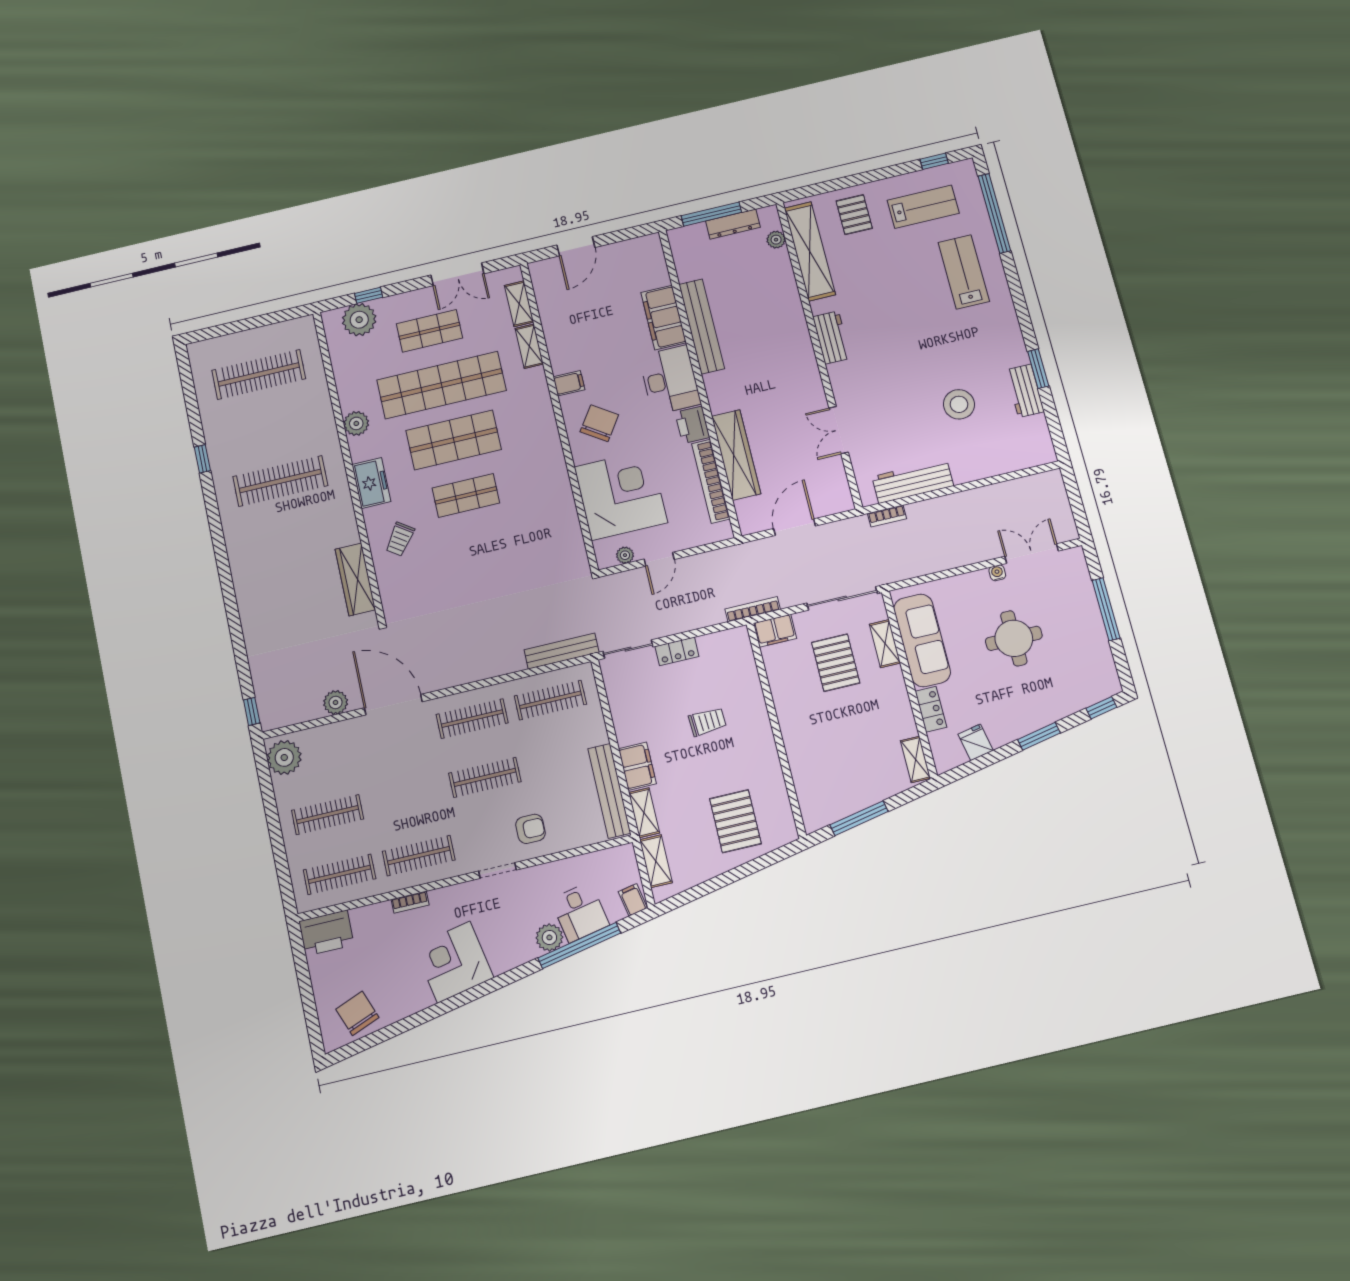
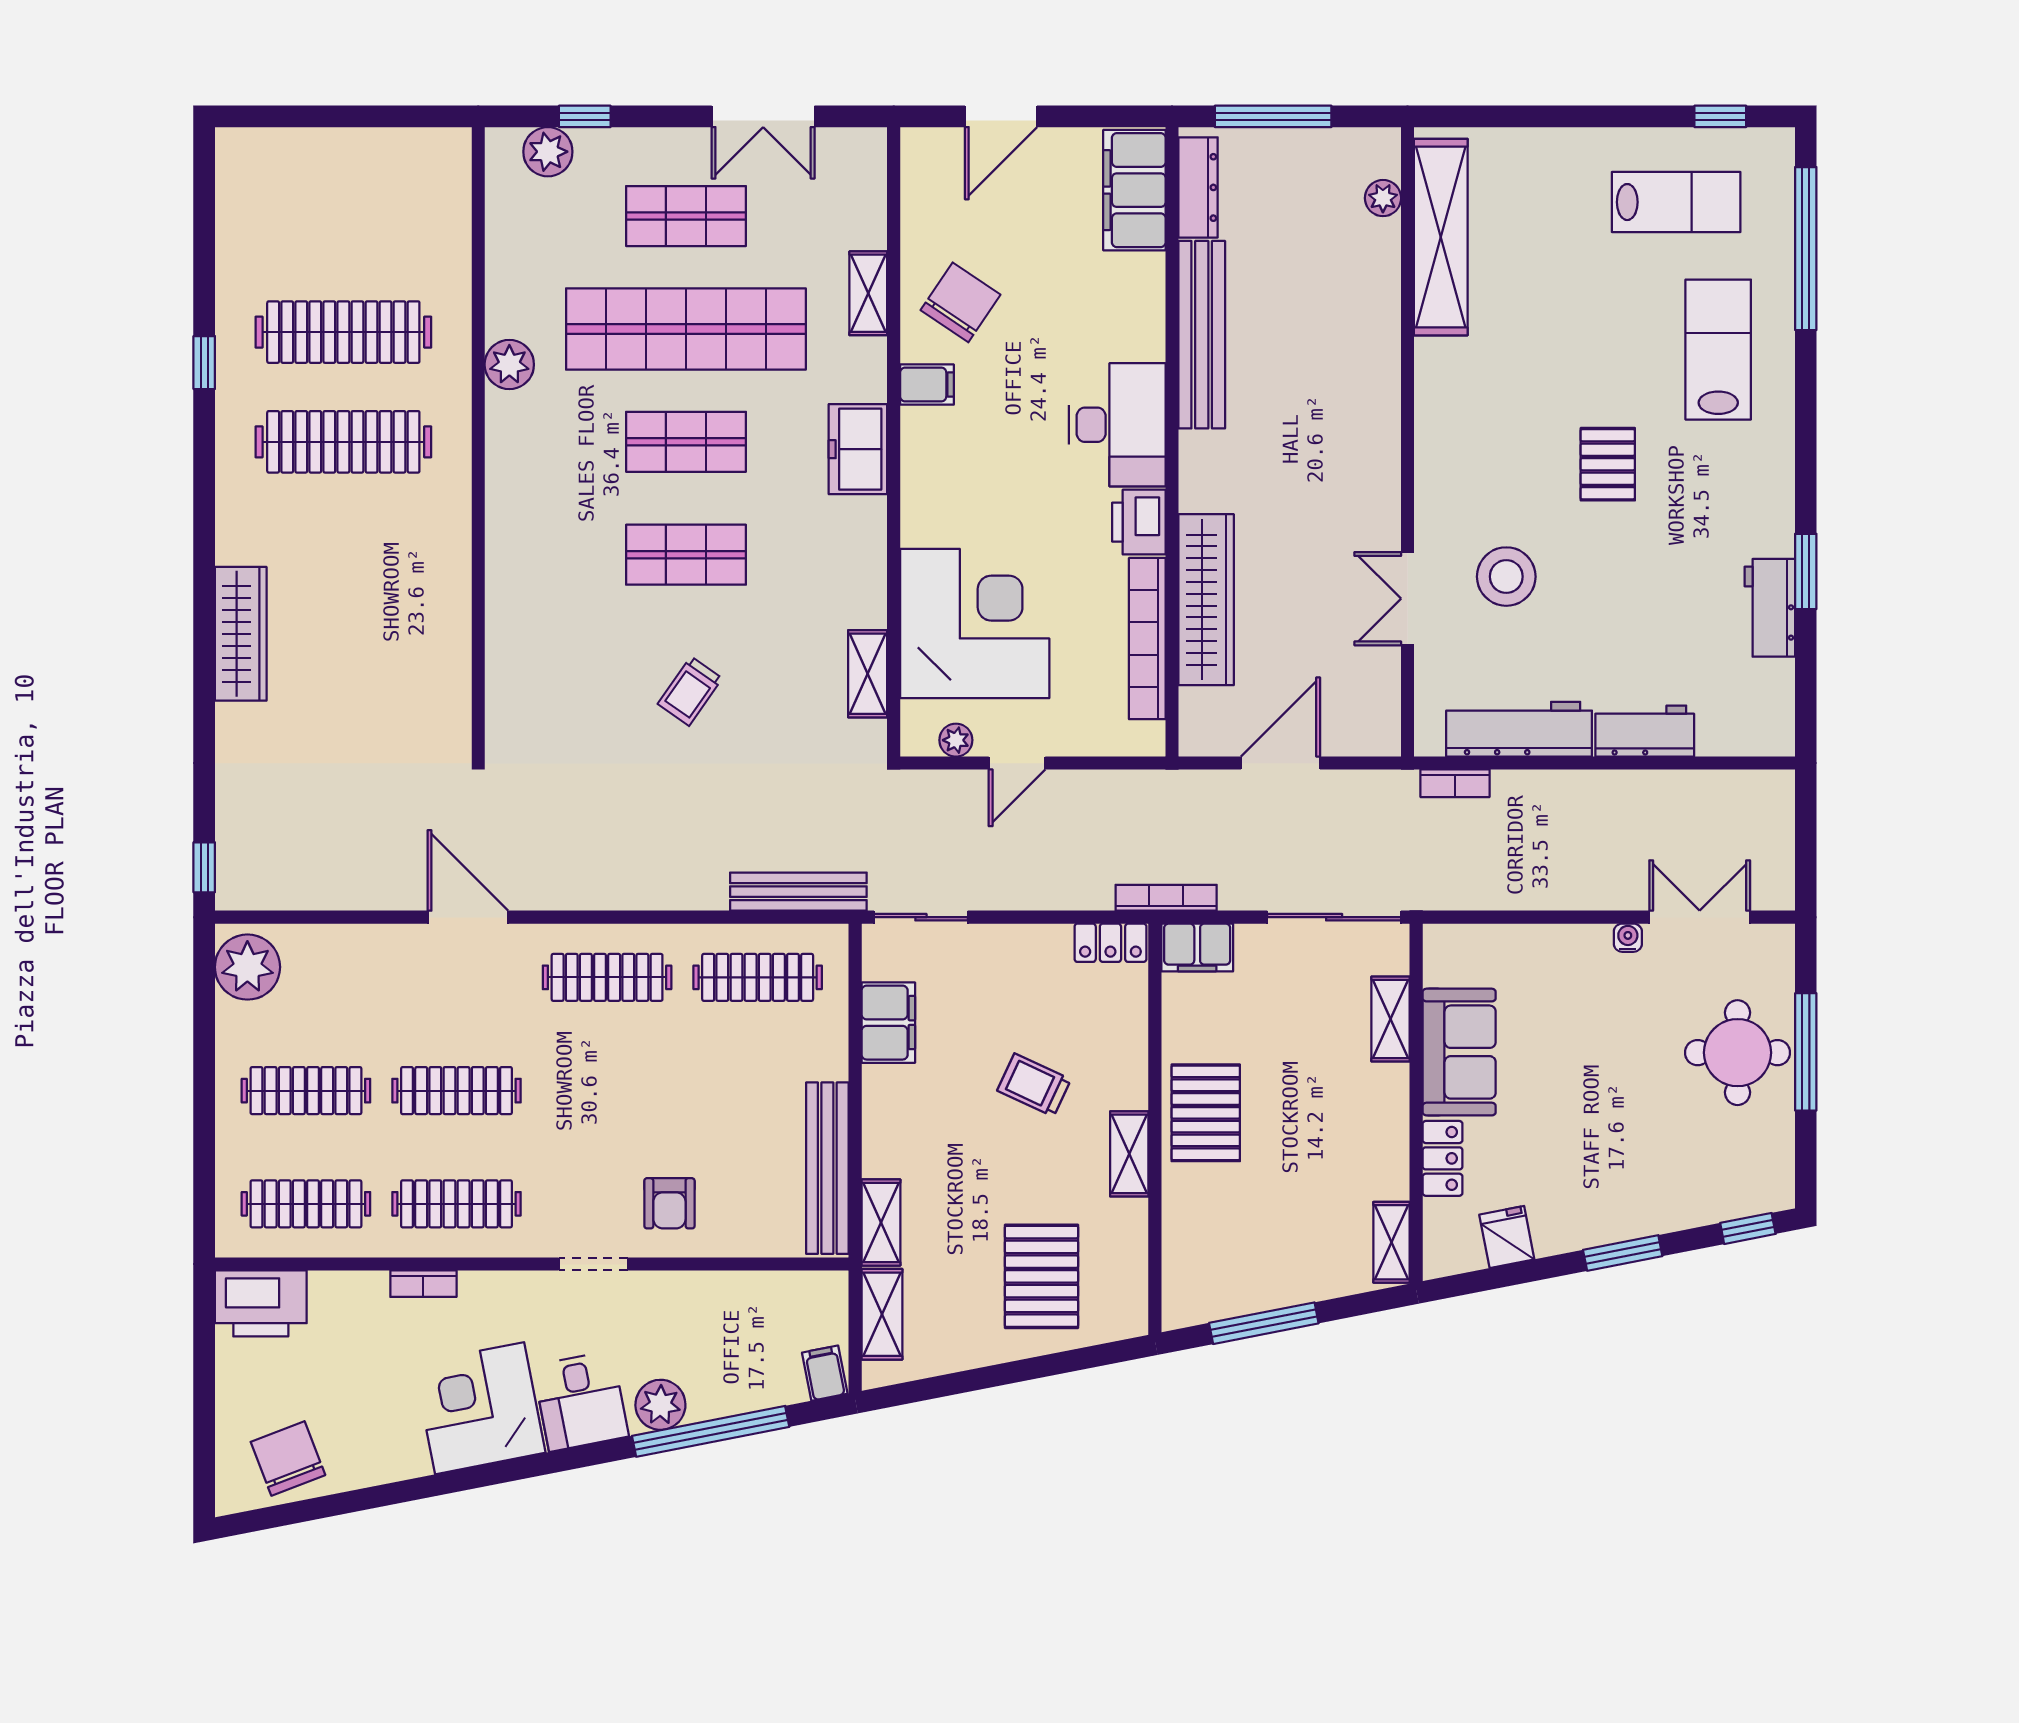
pallet: (854, 215) -> (1608, 464), moved
dresser: (733, 224) -> (1198, 187), moved, turned -90
shelving: (519, 304) -> (868, 674), moved
filing cabinet: (664, 318) -> (1134, 190), moved
plant: (359, 320) -> (548, 152), width x0.73, depth x0.73
workbench: (832, 337) -> (1645, 731), moved, turned -90
clothes rail: (259, 374) -> (343, 332), moved
stool: (959, 404) -> (1506, 577), moved
chair: (599, 423) -> (960, 302), moved
shop shelf: (454, 440) -> (686, 442), width x0.70, depth x0.74
freezer: (371, 483) -> (858, 449), moved, turned 180
trolley: (400, 539) -> (690, 691), moved
wardrobe: (355, 579) -> (241, 634), moved, turned 180
round table: (1014, 638) -> (1738, 1053), moved
sofa: (922, 640) -> (1459, 1052), width x0.73
locker: (677, 651) -> (1110, 943), moved
pallet: (836, 663) -> (1206, 1113), moved
plant: (336, 702) -> (362, 888), removed
door: (393, 705) -> (468, 917), width x0.73
trolley: (707, 722) -> (1034, 1085), turned -152
shelving: (766, 746) -> (1129, 1154), added
filing cabinet: (637, 766) -> (888, 1023), moved
clothes rail: (485, 777) -> (457, 1091), moved
armchair: (531, 829) -> (669, 1203), turned 90
desk: (580, 912) -> (581, 1401), moved

